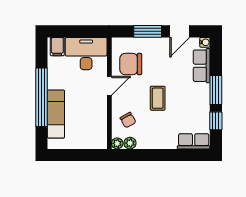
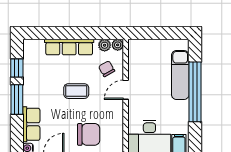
chair: (131, 64) -> (89, 134), moved
door: (109, 86) -> (126, 90), moved
coffee table: (158, 98) -> (76, 91), turned 90
row of seats: (194, 141) -> (69, 47), moved, width x1.48

